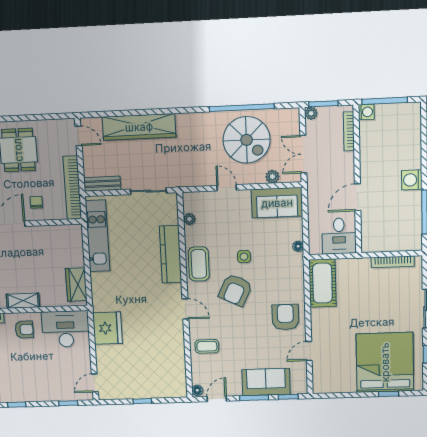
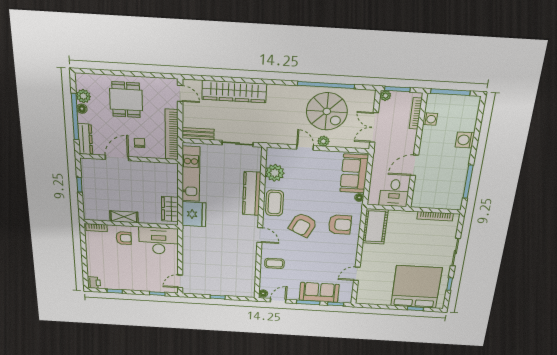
washing machine: (366, 112) -> (430, 119), moved
plant: (272, 177) -> (323, 141), moved
washing machine: (412, 180) -> (465, 140), moved
sofa: (277, 203) -> (354, 173), moved, turned 90
plant: (189, 219) -> (275, 173), width x1.88, depth x1.88
side table: (244, 257) -> (313, 201), removed
armchair: (285, 317) -> (340, 225), moved, turned 90
fridge: (107, 328) -> (194, 214), moved

